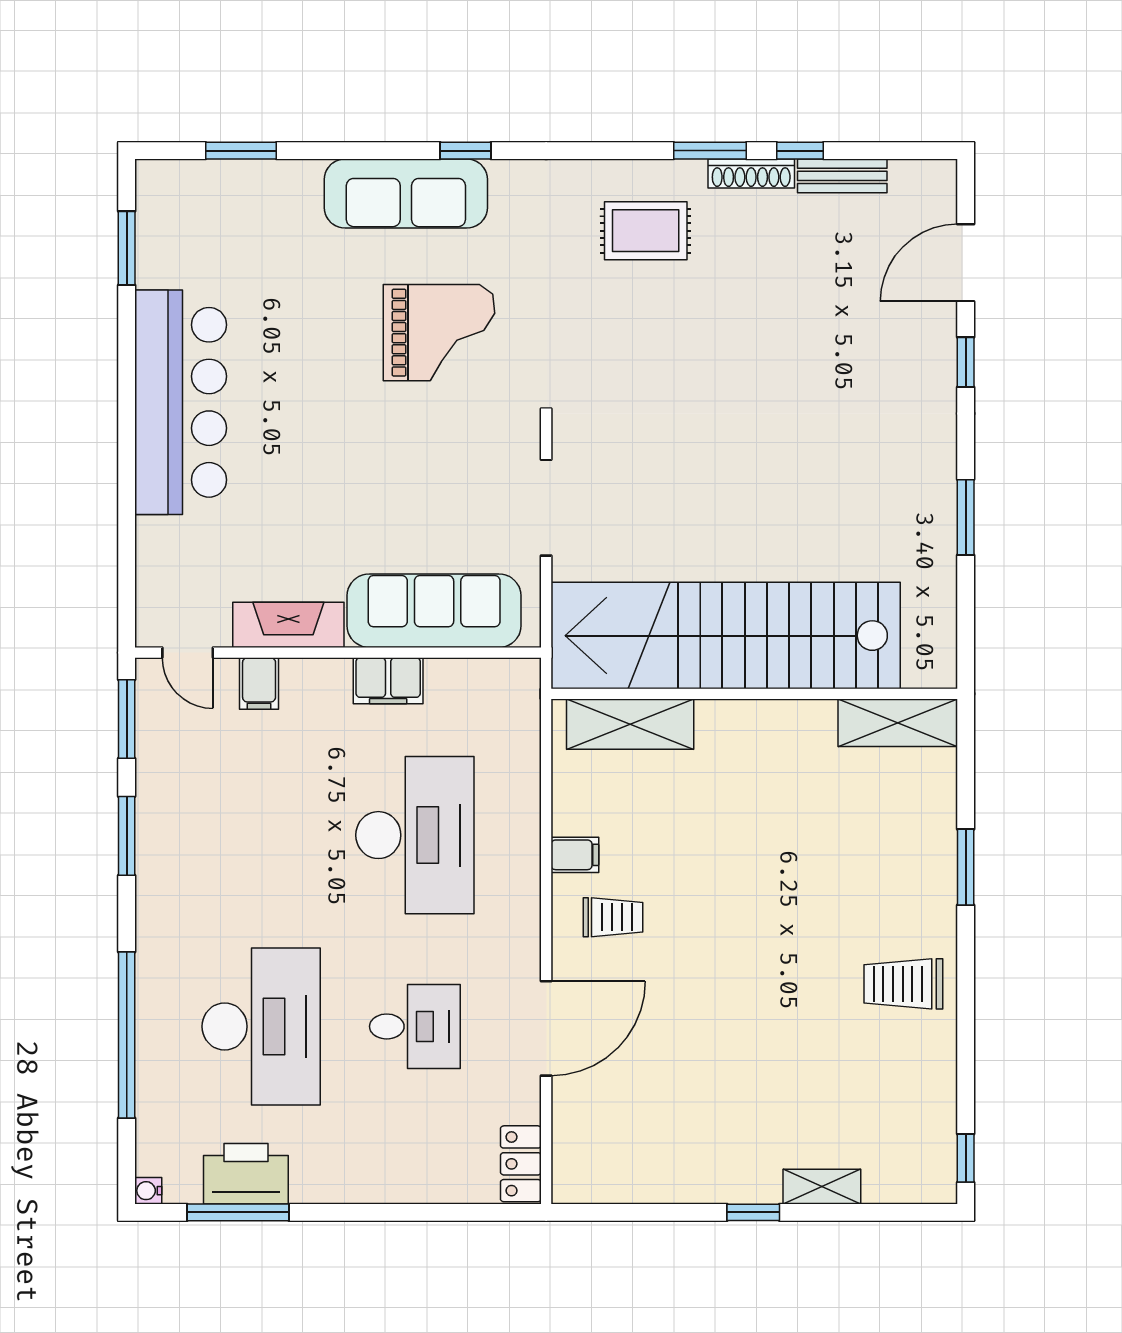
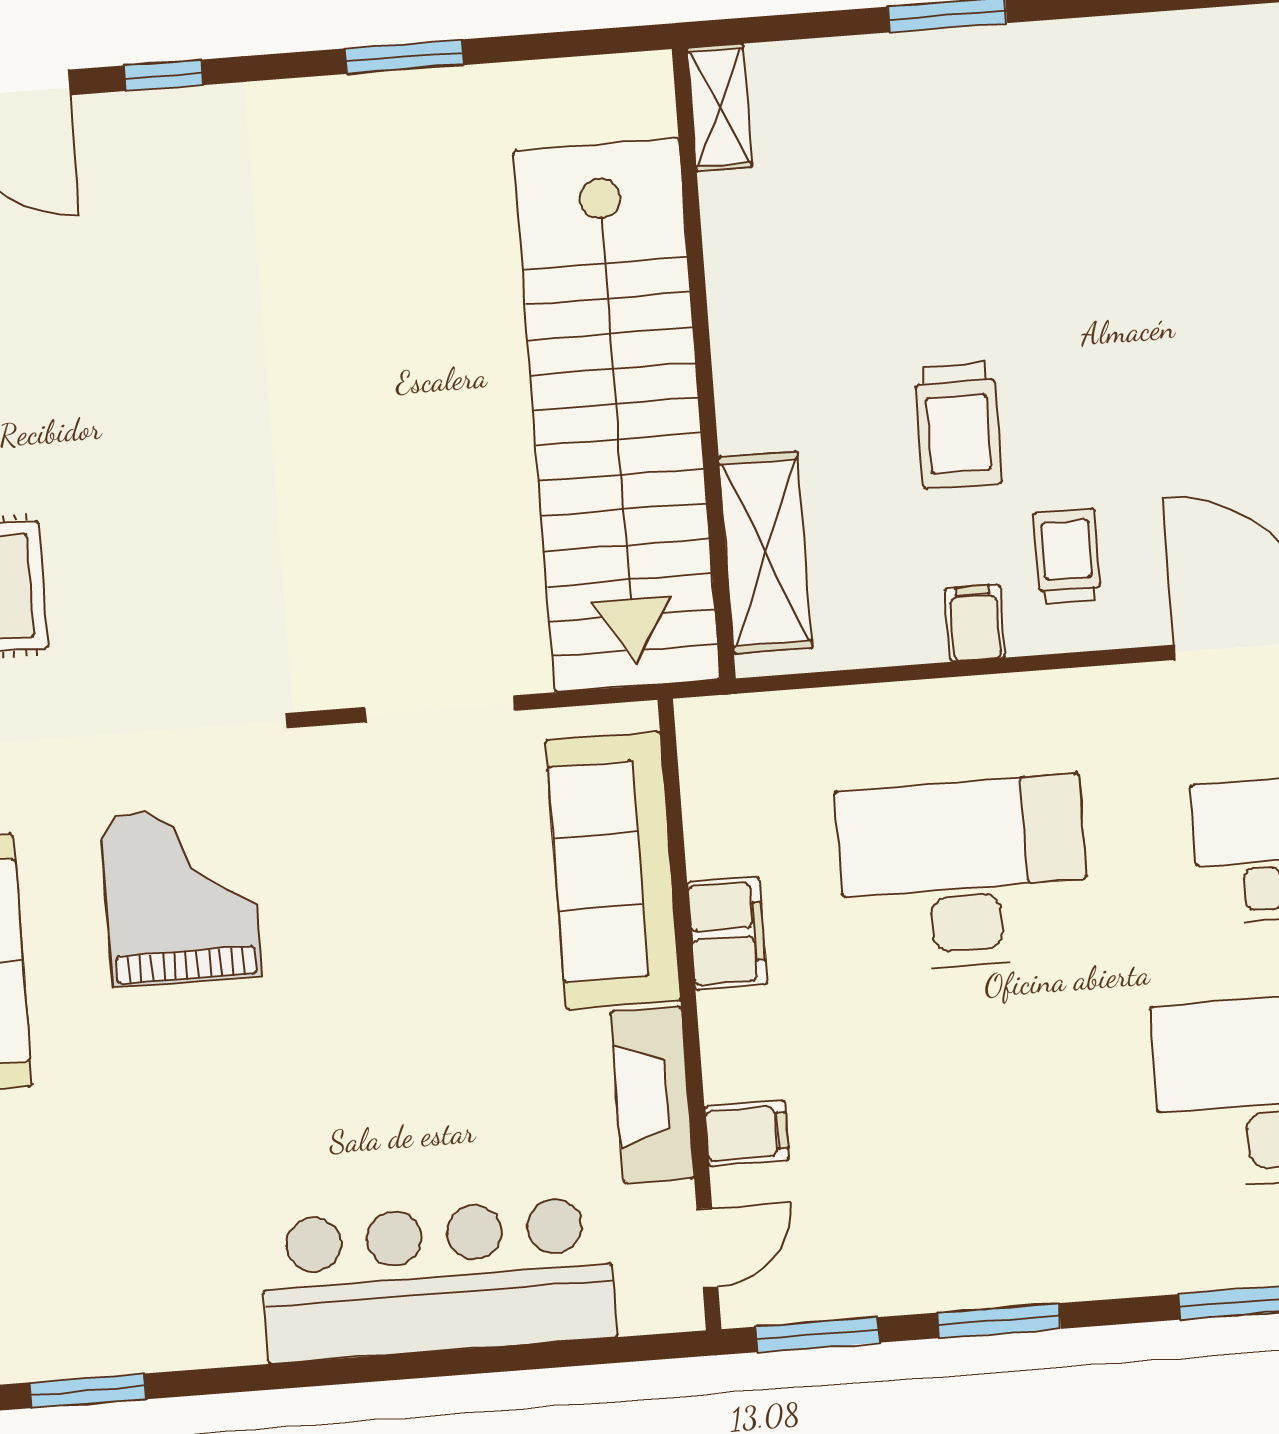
bar counter: (181, 402) -> (438, 1280), moved
shelving: (898, 723) -> (720, 107), width x0.67, depth x0.75
trolley: (903, 984) -> (958, 426), moved

